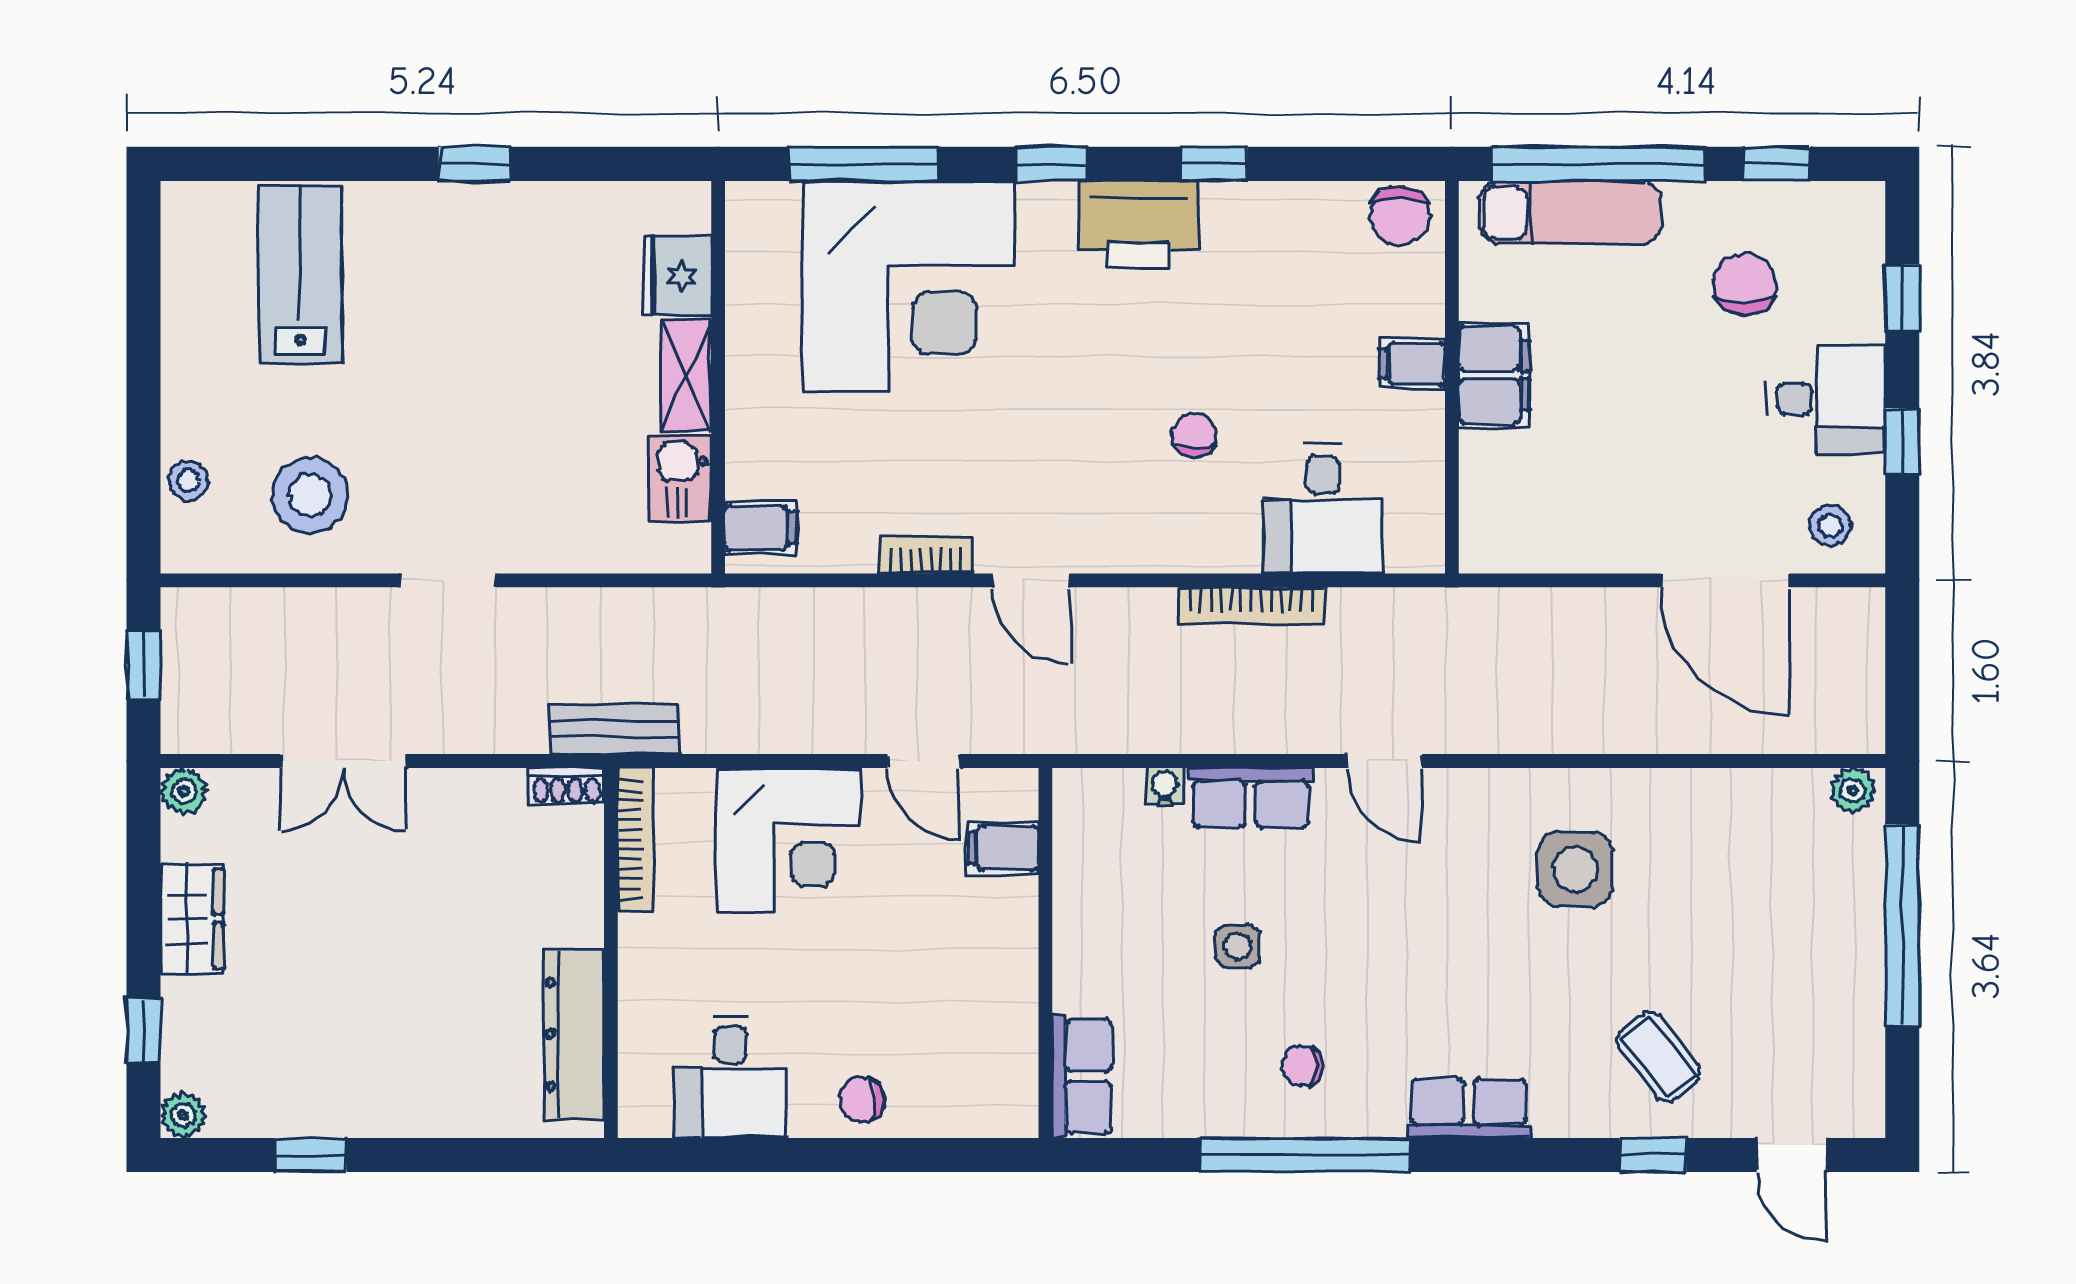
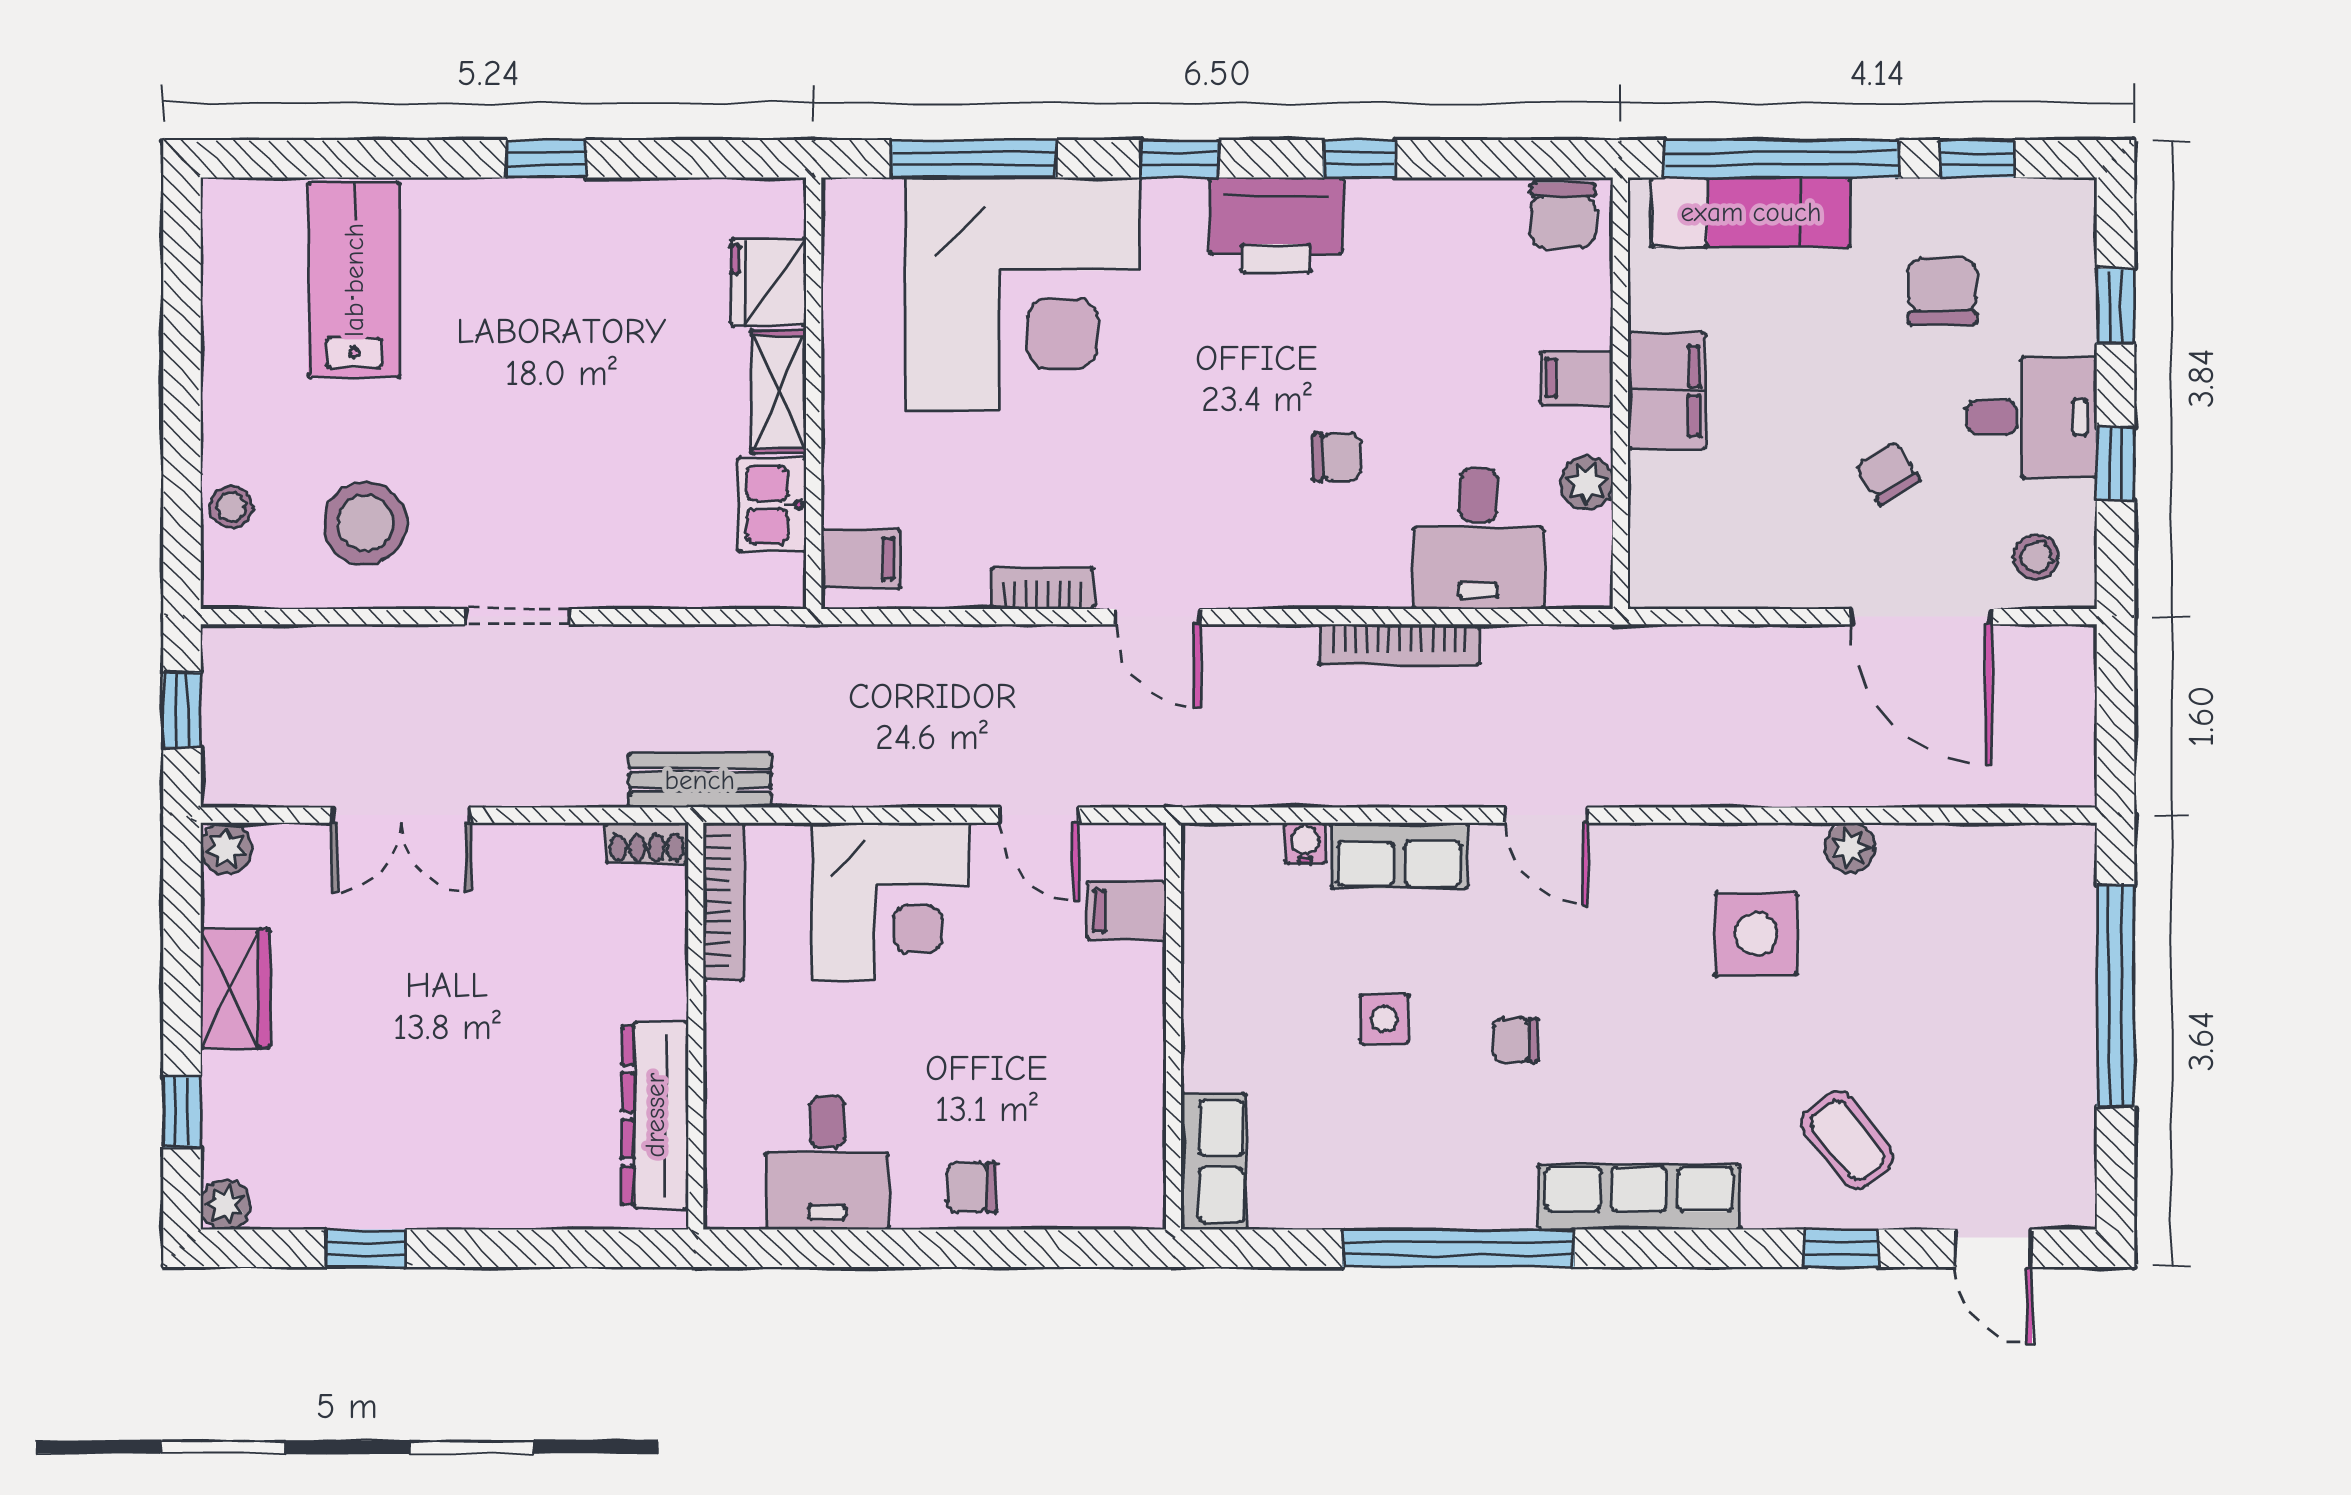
chair: (1194, 435) -> (1337, 457), turned 90
chair: (1695, 450) -> (1888, 473), added
plant: (1421, 459) -> (1587, 483), added
plant: (1852, 790) -> (1850, 848), moved
chair: (1303, 1066) -> (1516, 1040), moved
row of seats: (1469, 1108) -> (1639, 1197), width x1.48

